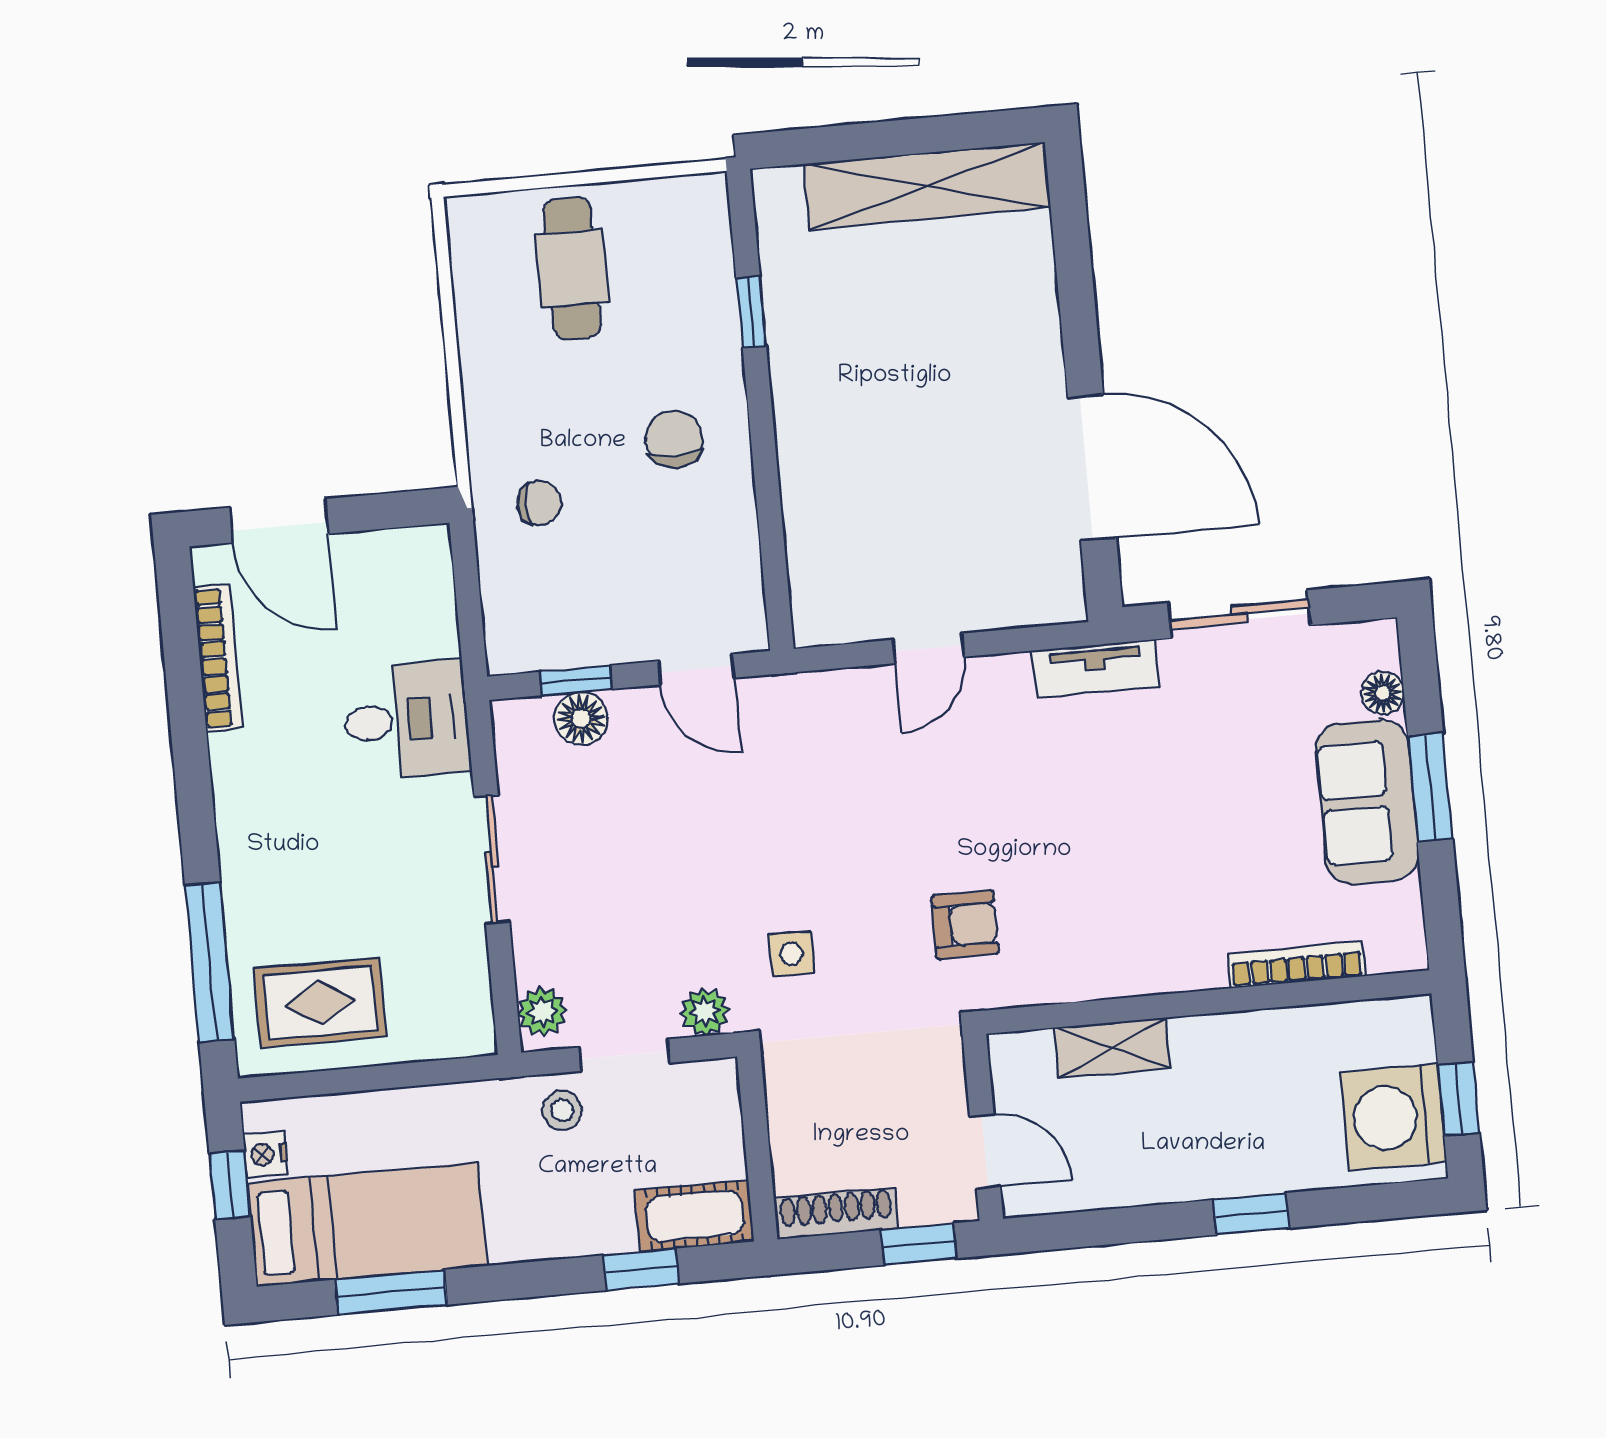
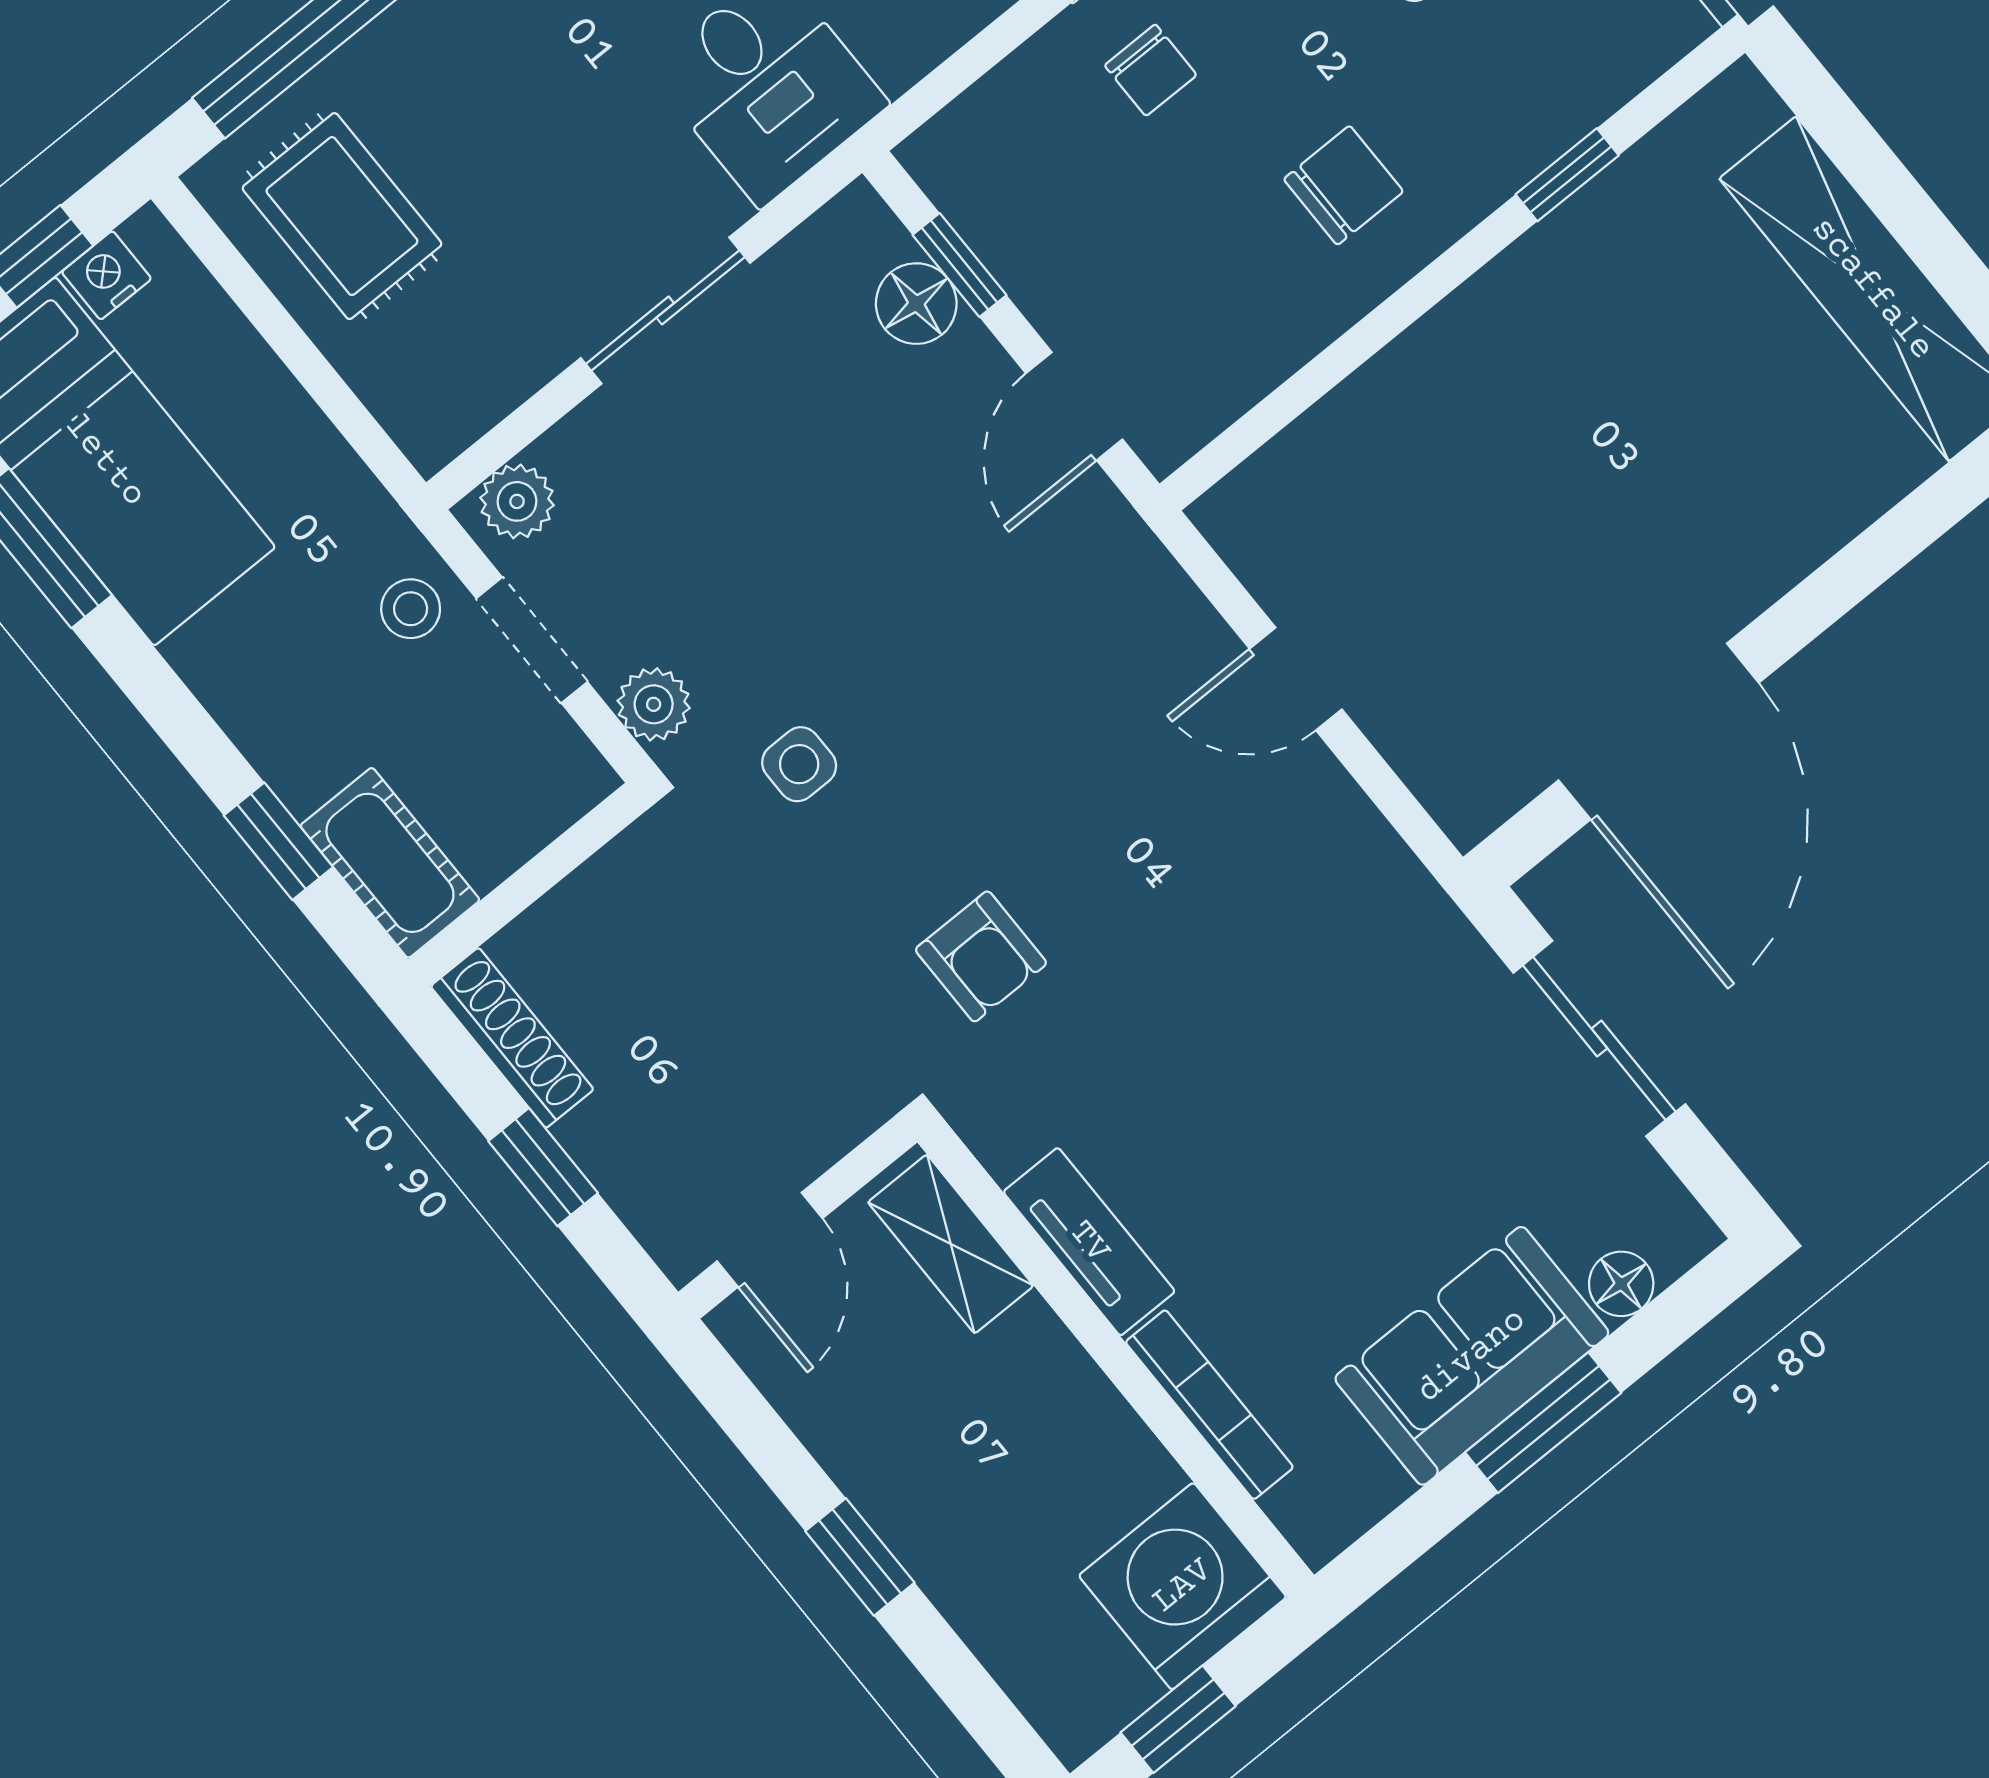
tv unit: (1096, 668) -> (1089, 1242), moved, turned 180
washing machine: (1393, 1117) -> (1183, 1586), moved
wall: (983, 1127) -> (798, 1217), moved
door: (985, 1151) -> (770, 1240), moved

